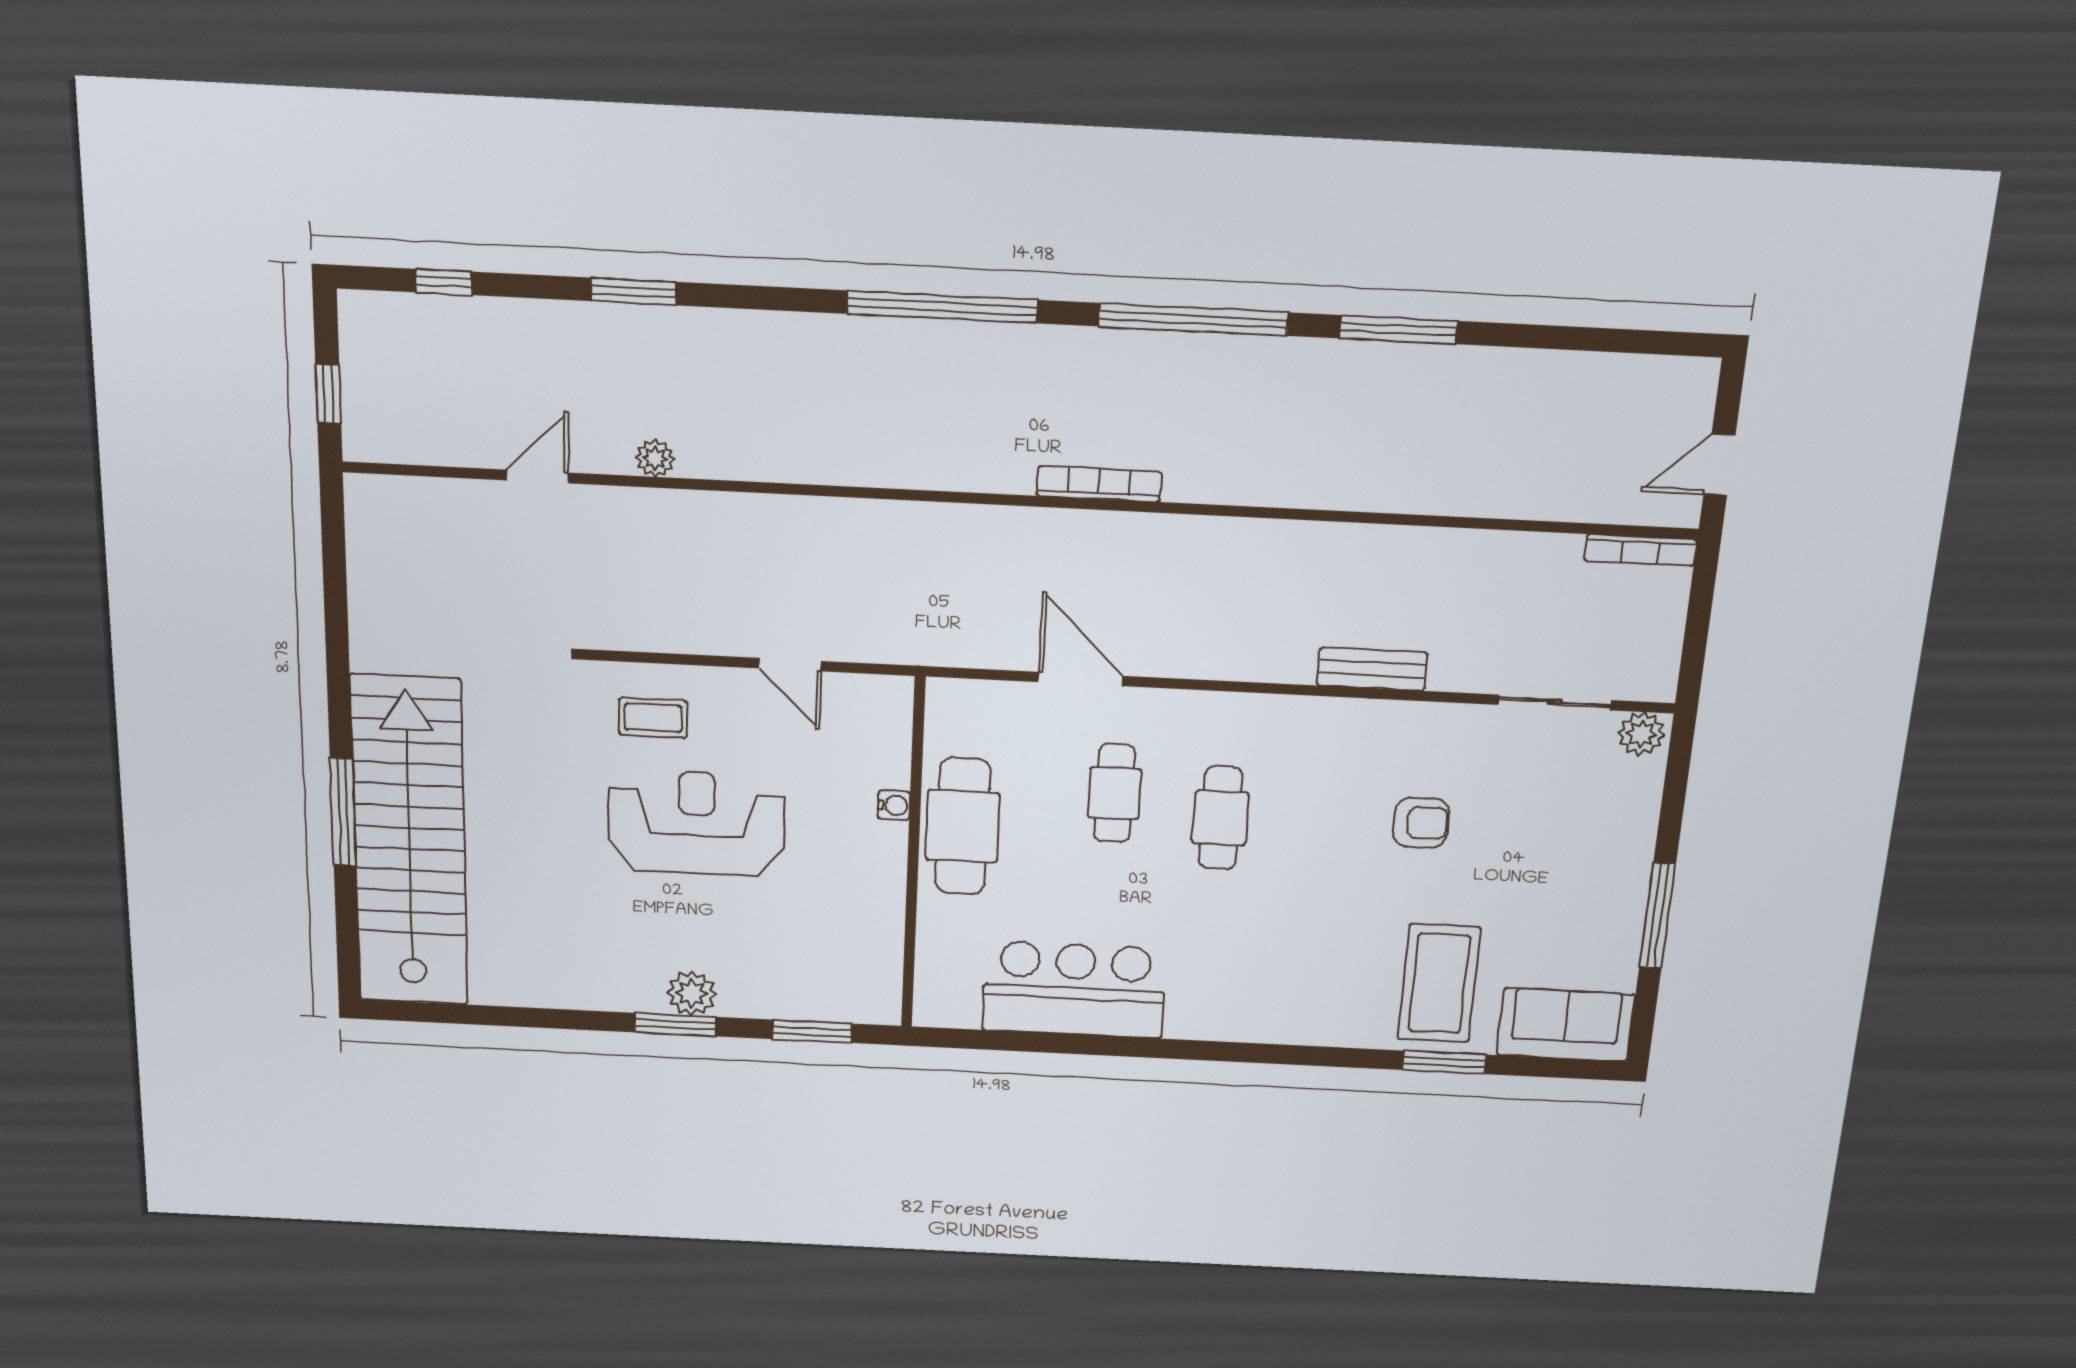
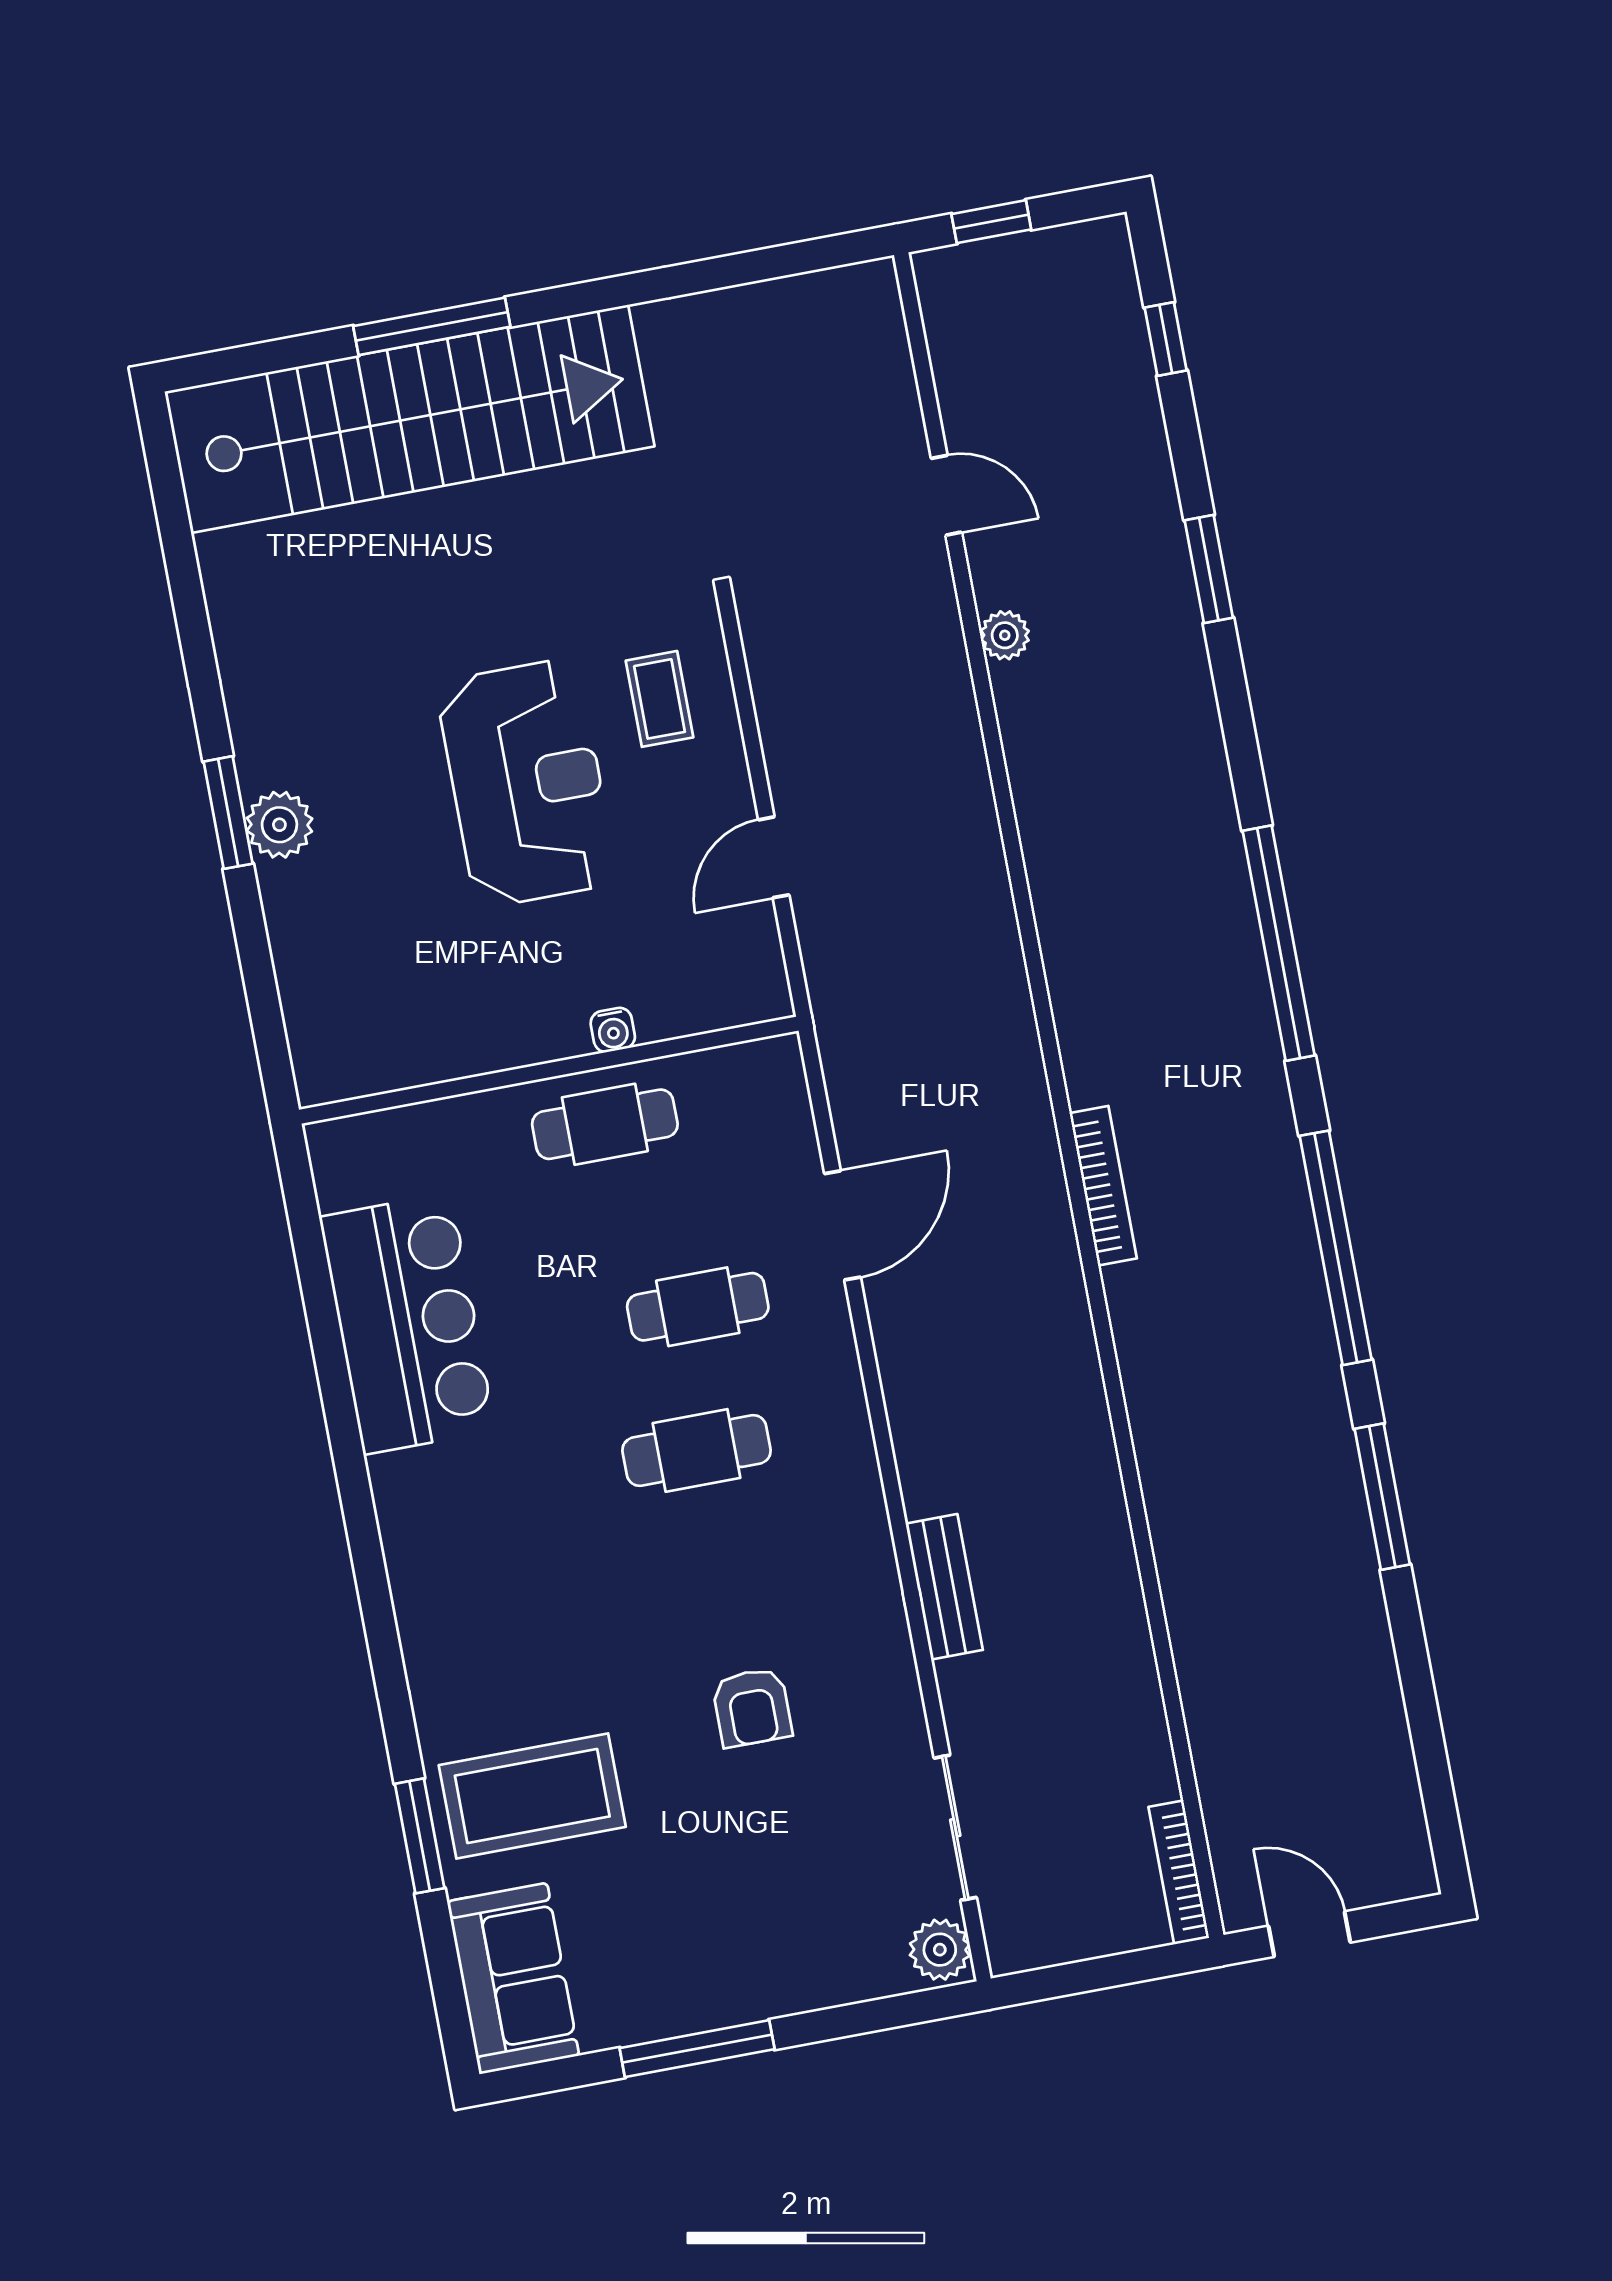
cafe table: (963, 826) -> (605, 1124), width x0.73, depth x0.74
window: (812, 1031) -> (262, 995), removed

